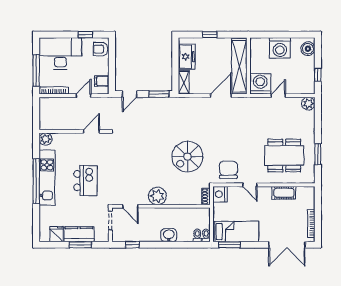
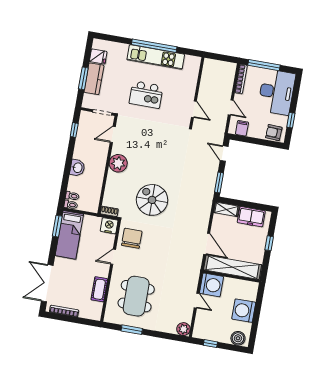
armchair: (101, 49) -> (274, 133), turned -87
plant: (45, 139) -> (194, 62), removed
chair: (228, 170) -> (132, 238), turned -90

